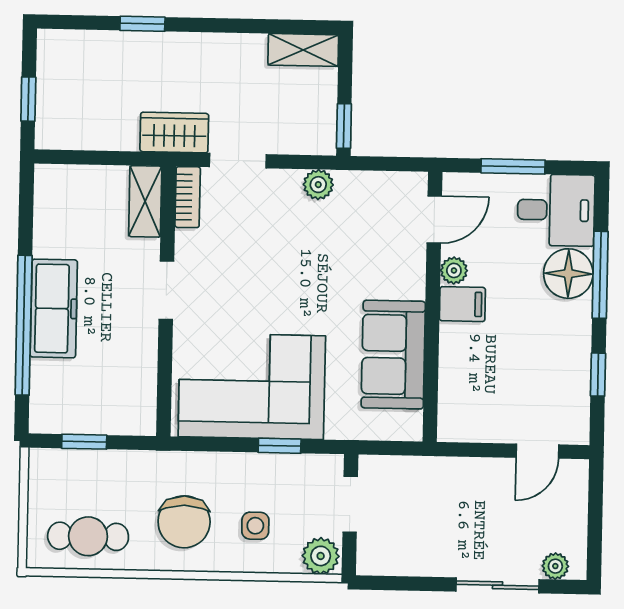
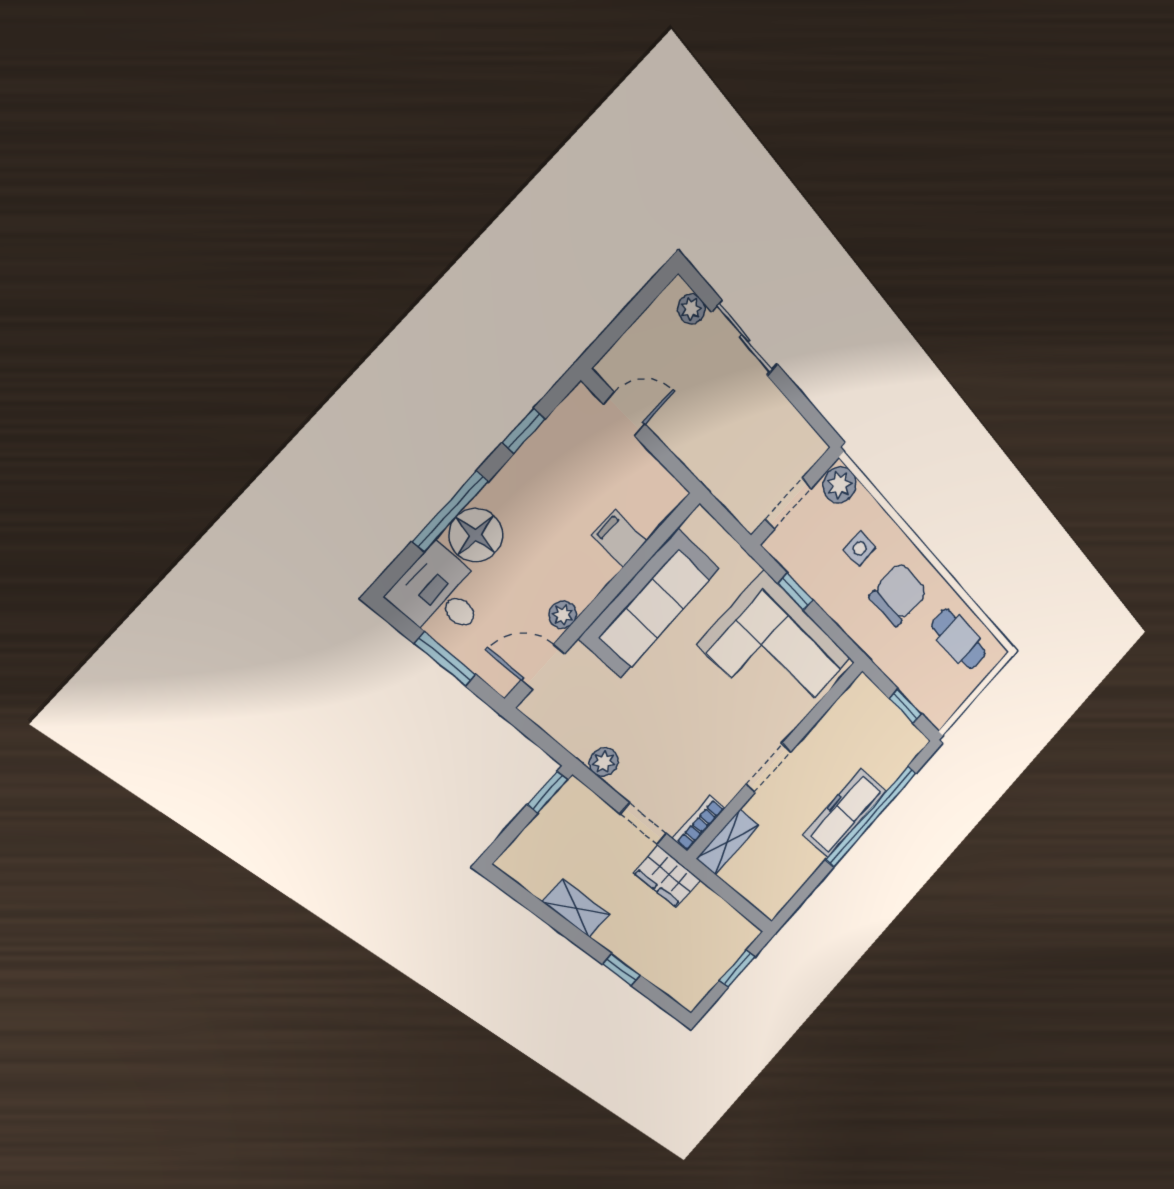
shelving: (303, 50) -> (576, 908), moved
filing cabinet: (462, 304) -> (619, 538), moved
sofa: (393, 355) -> (649, 603), width x1.36

